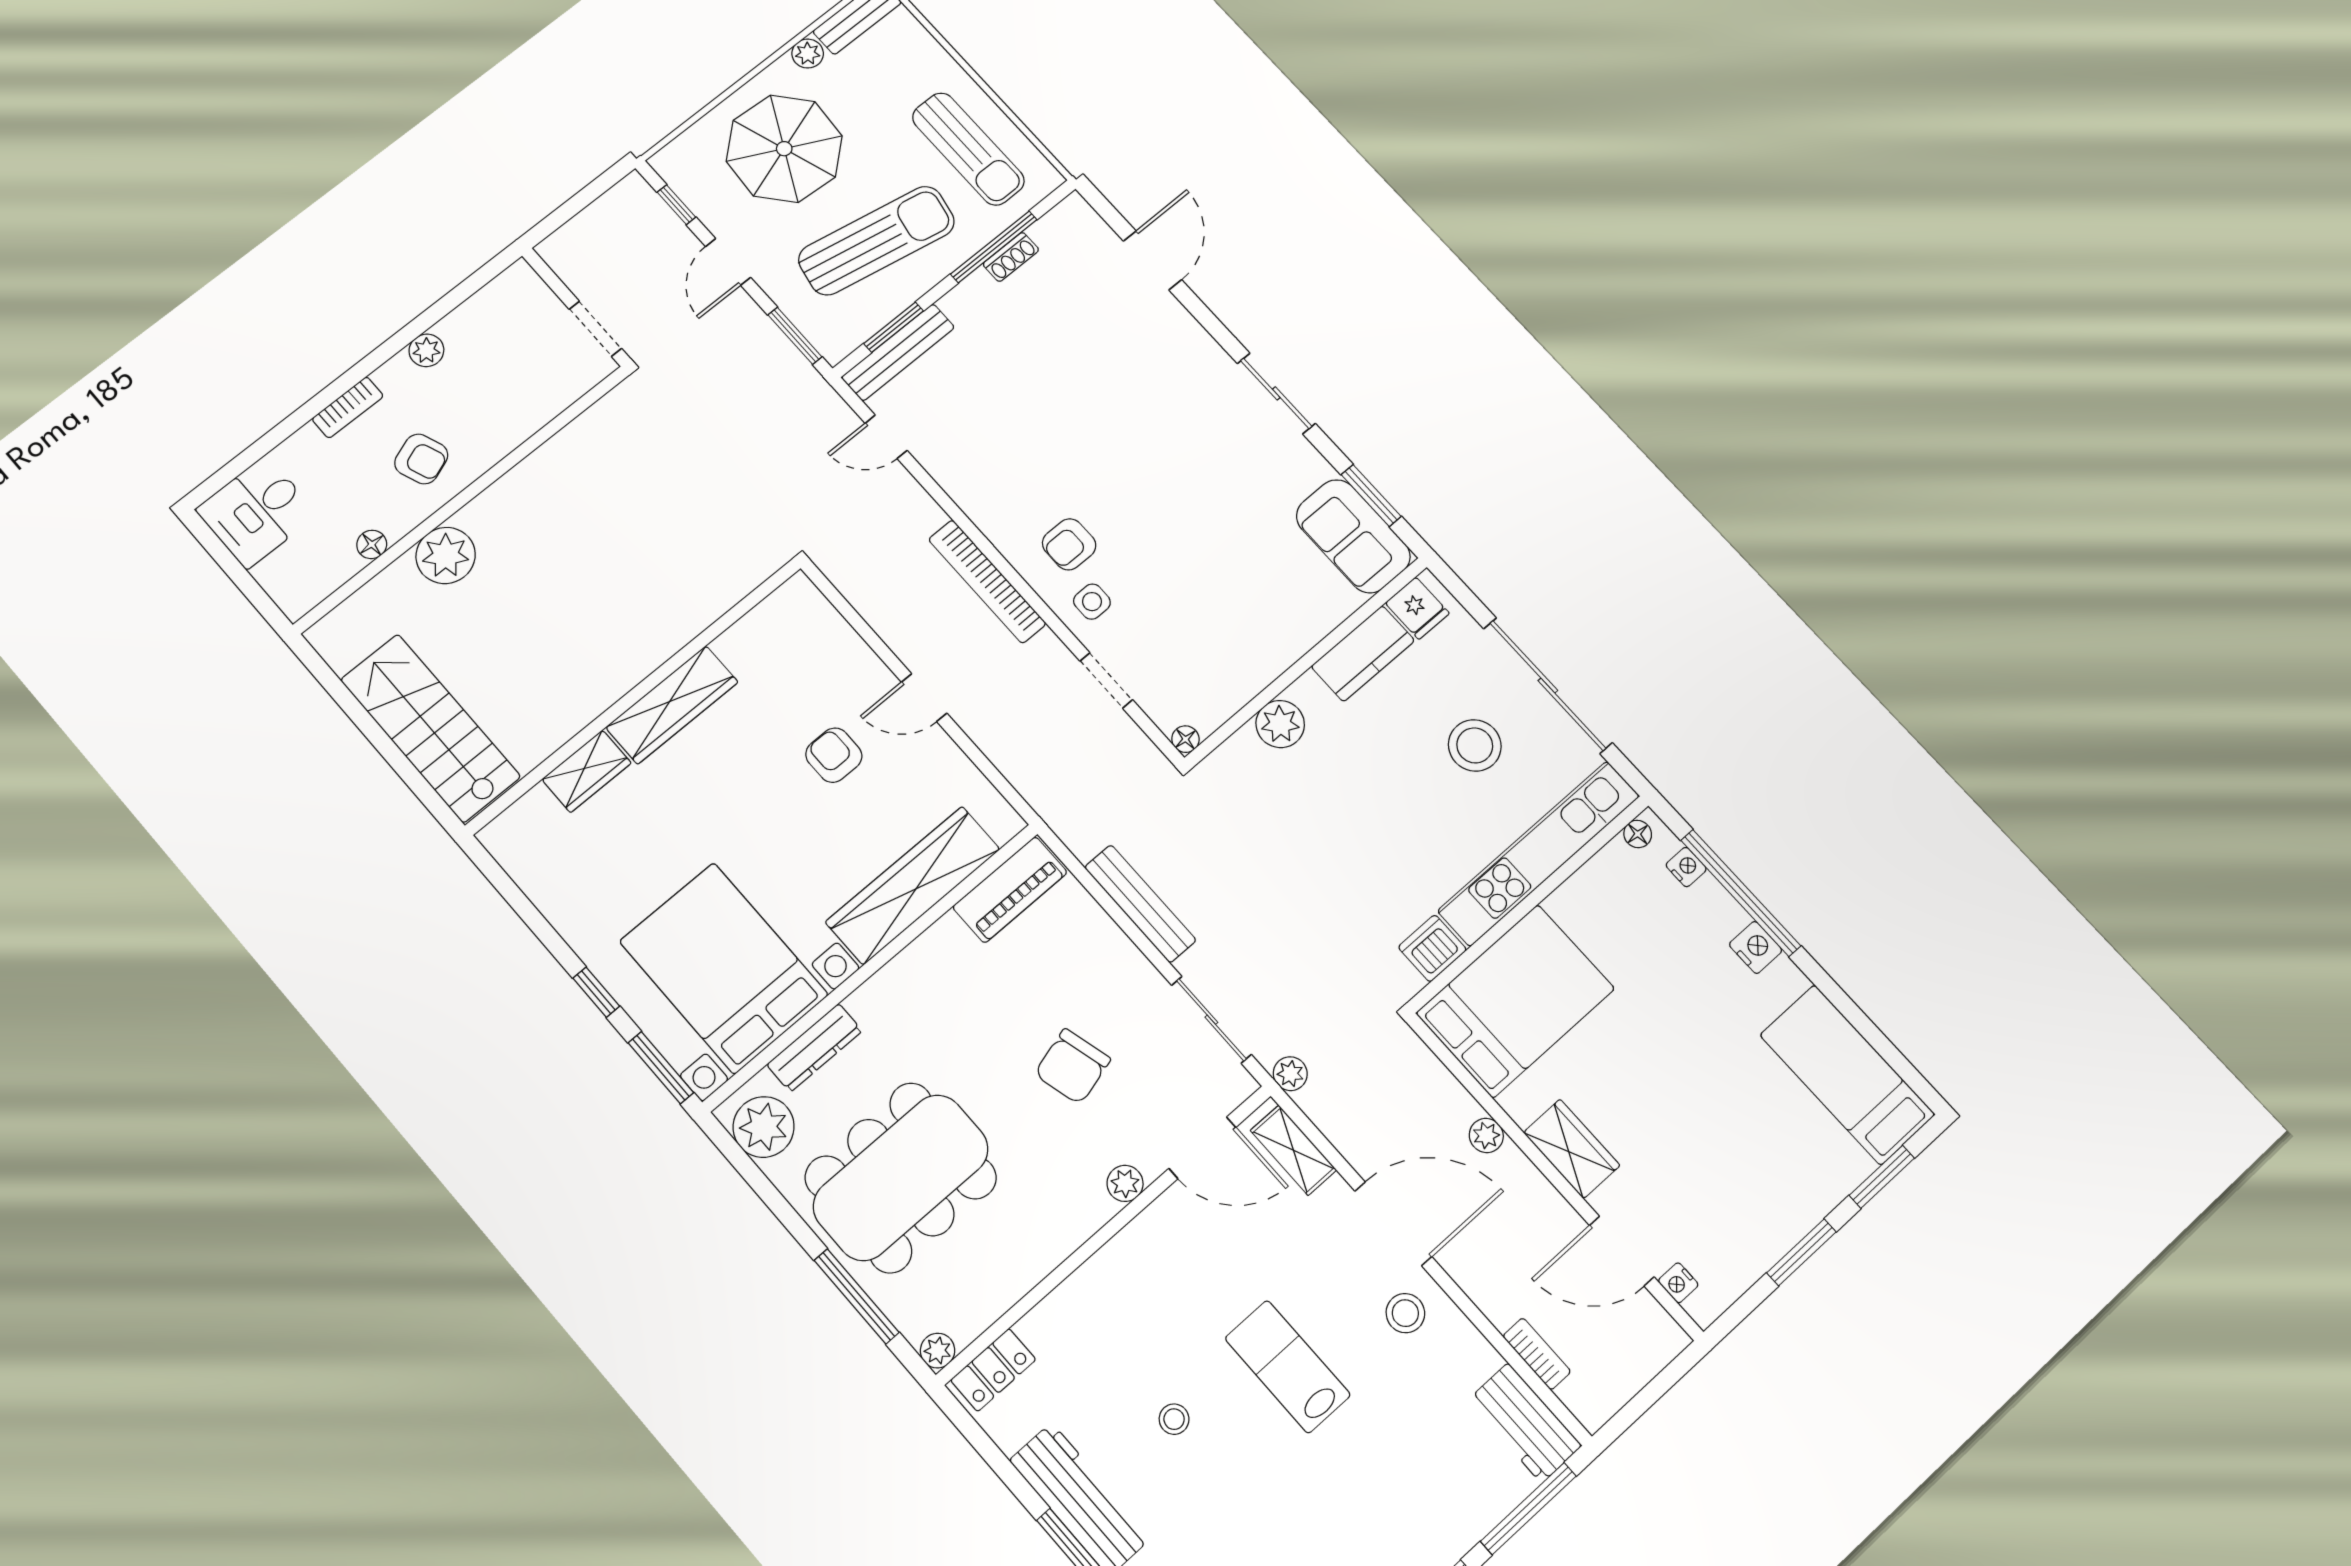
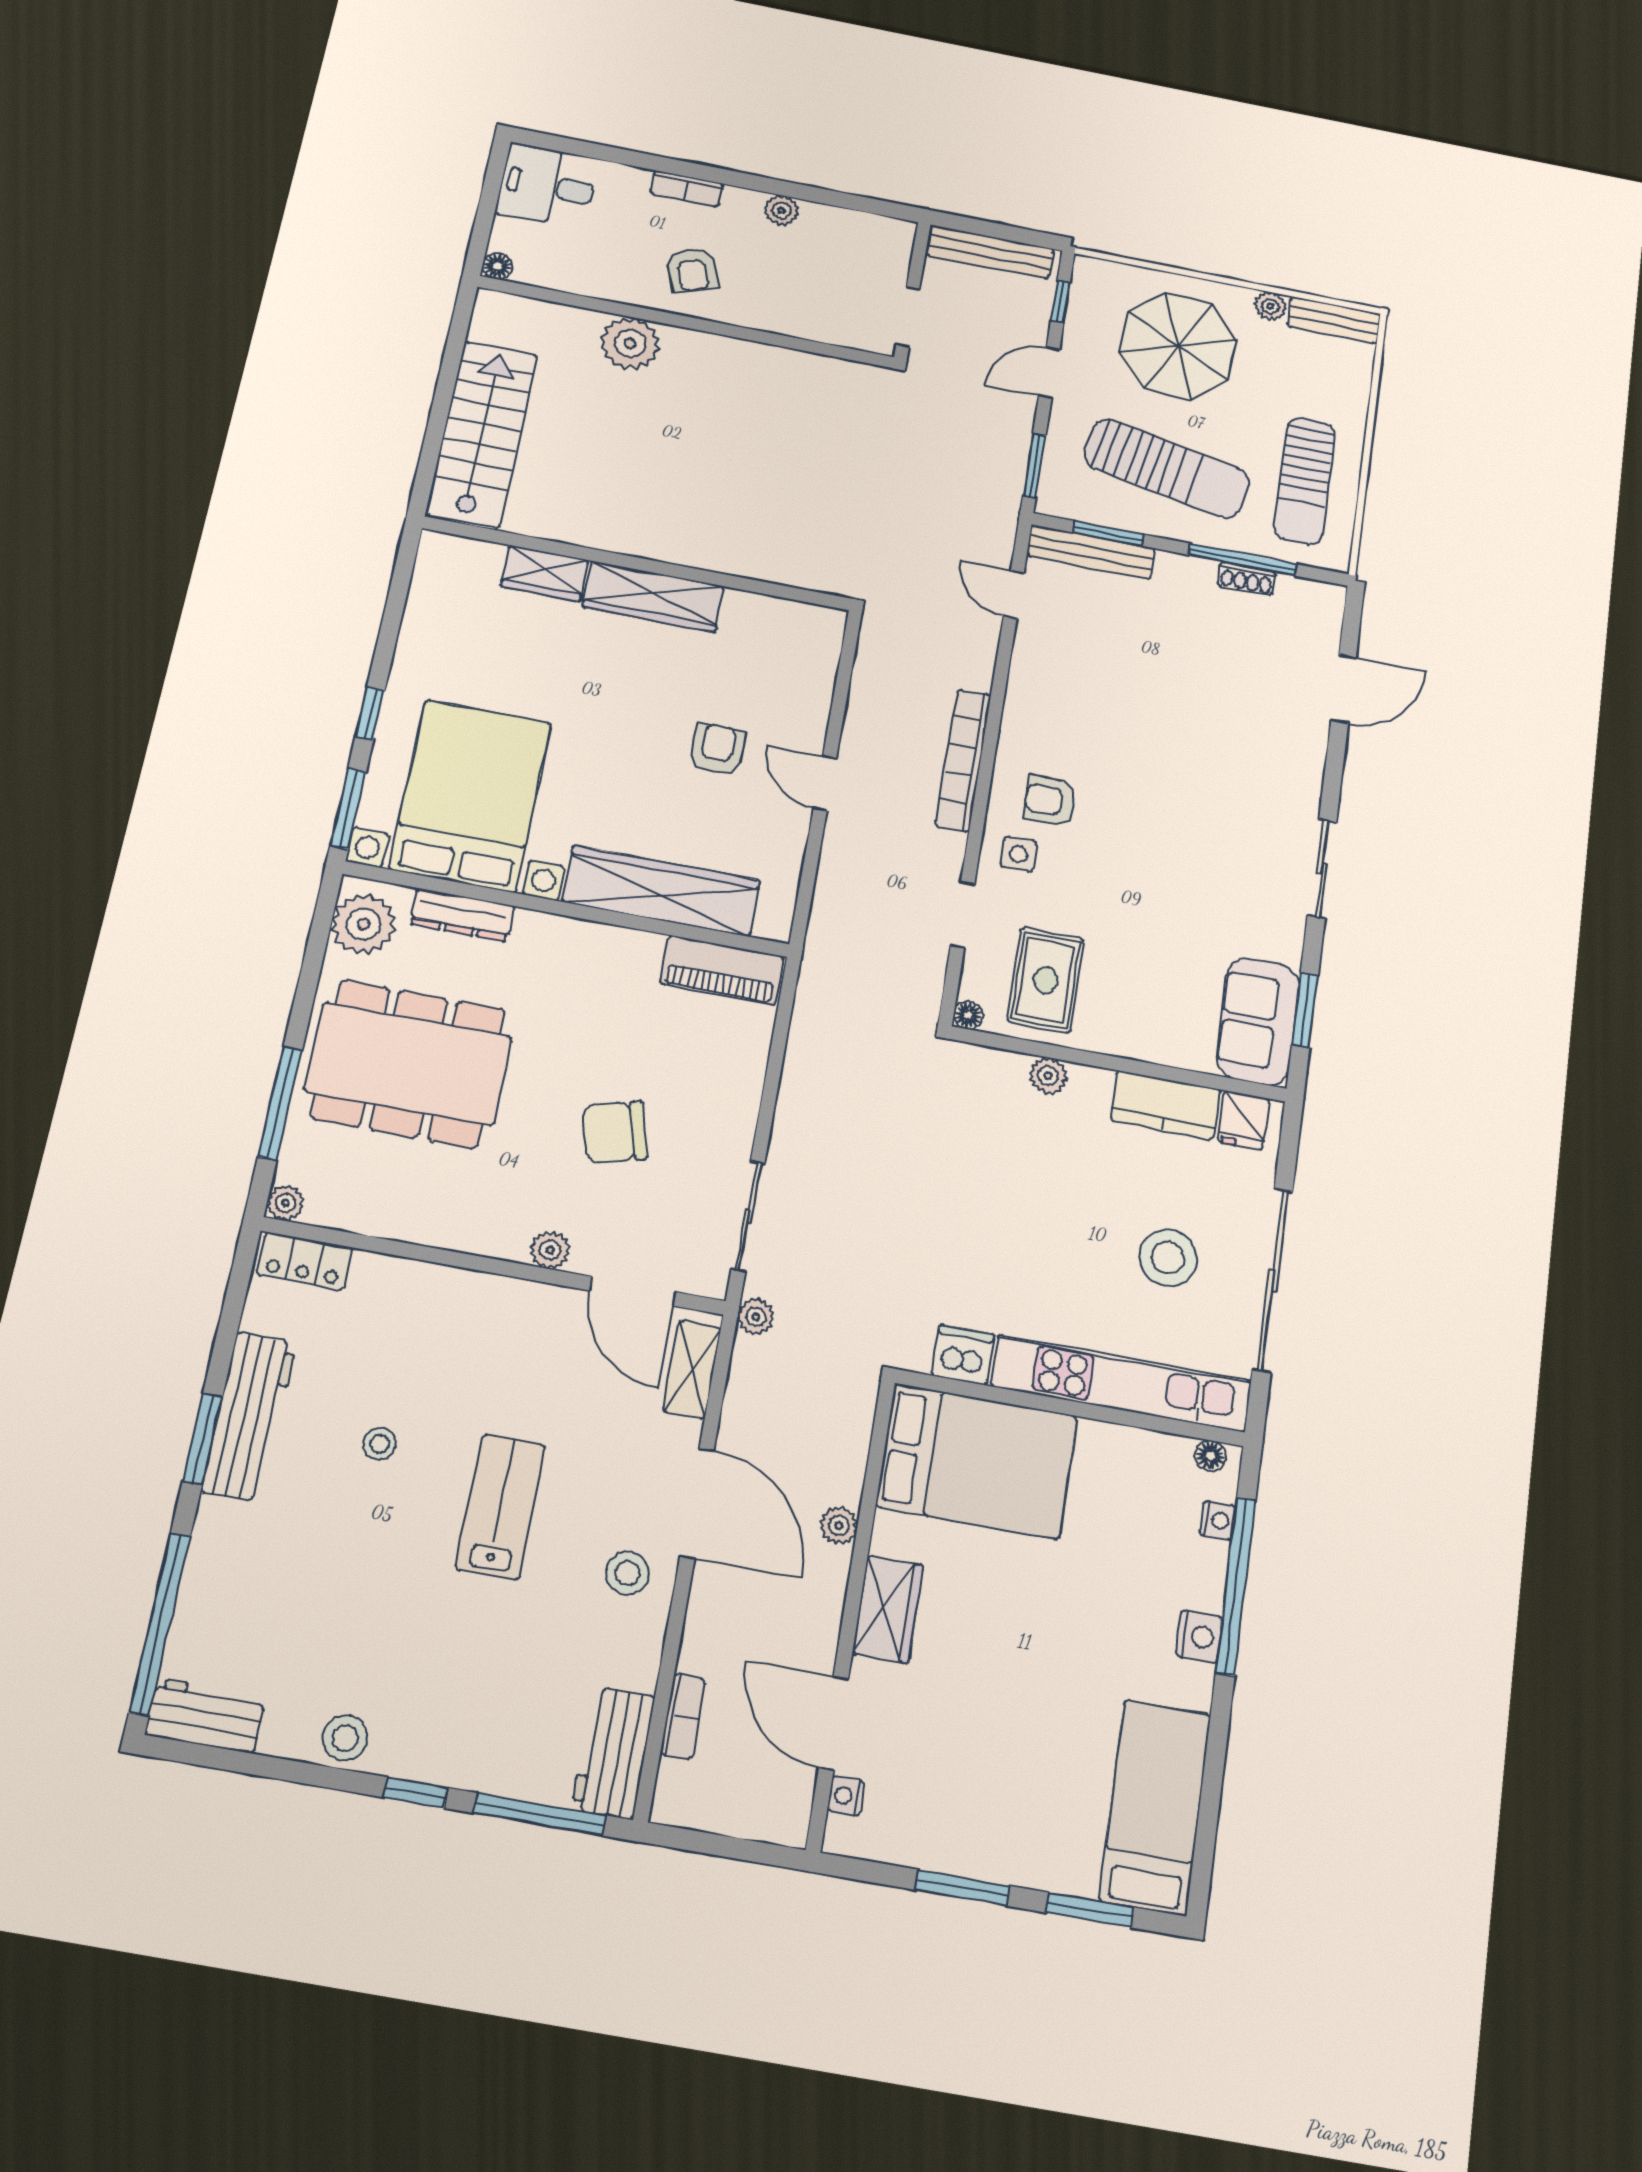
floor lamp: (372, 544) -> (497, 266), moved
rug: (1203, 661) -> (1046, 980), added
plant: (1280, 724) -> (1048, 1076), width x0.73, depth x0.73
bench: (1140, 904) -> (989, 252), moved, turned 90

